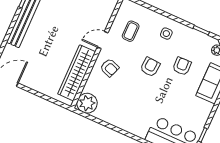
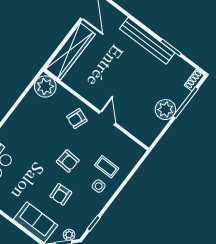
coffee table: (131, 31) -> (107, 167), moved
armchair: (182, 66) -> (61, 194), turned 88
wardrobe: (77, 73) -> (70, 51), moved, turned 90

